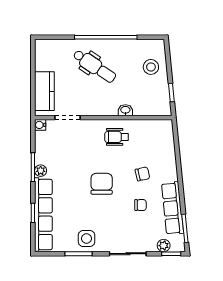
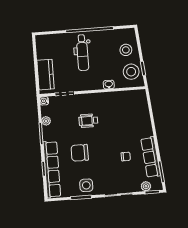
dental chair: (94, 66) -> (82, 53), turned 56
stool: (156, 96) -> (131, 72), added
wheelchair: (117, 137) -> (88, 121), moved
plant: (41, 171) -> (46, 121), moved
chair: (142, 174) -> (126, 133), removed
chair: (102, 184) -> (80, 153), moved, turned -90

